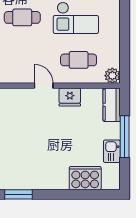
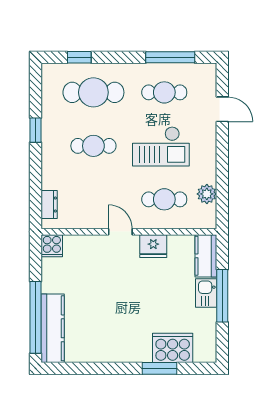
plant: (112, 76) -> (207, 194), moved
kitchen sink: (112, 151) -> (206, 293), moved
window: (18, 194) -> (159, 368), moved

